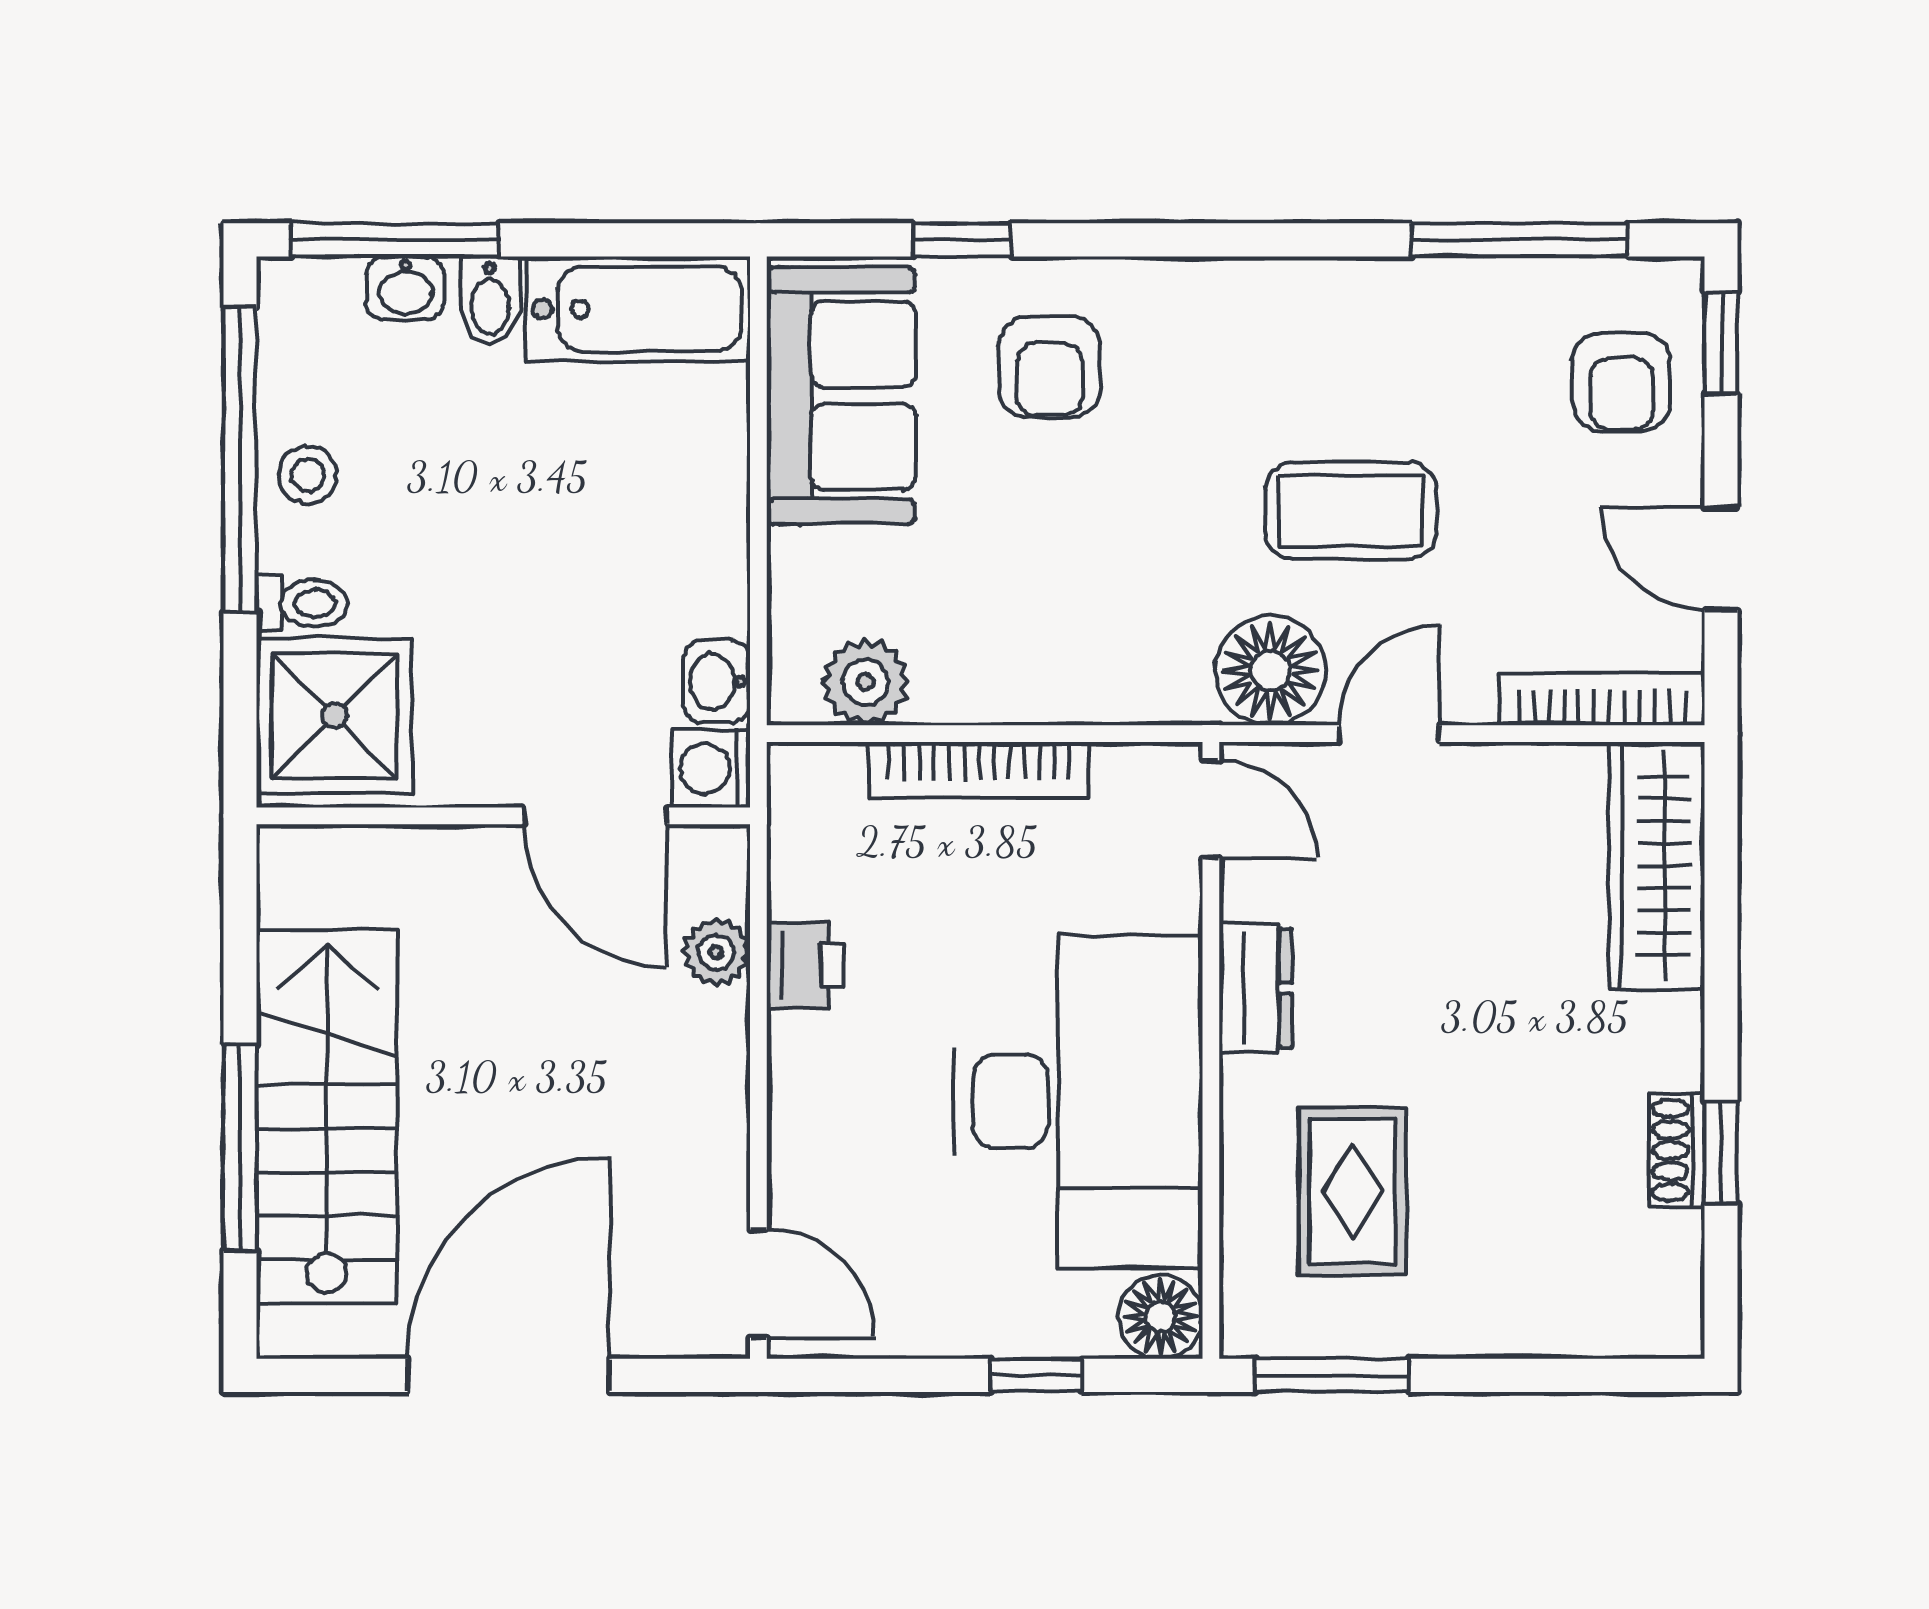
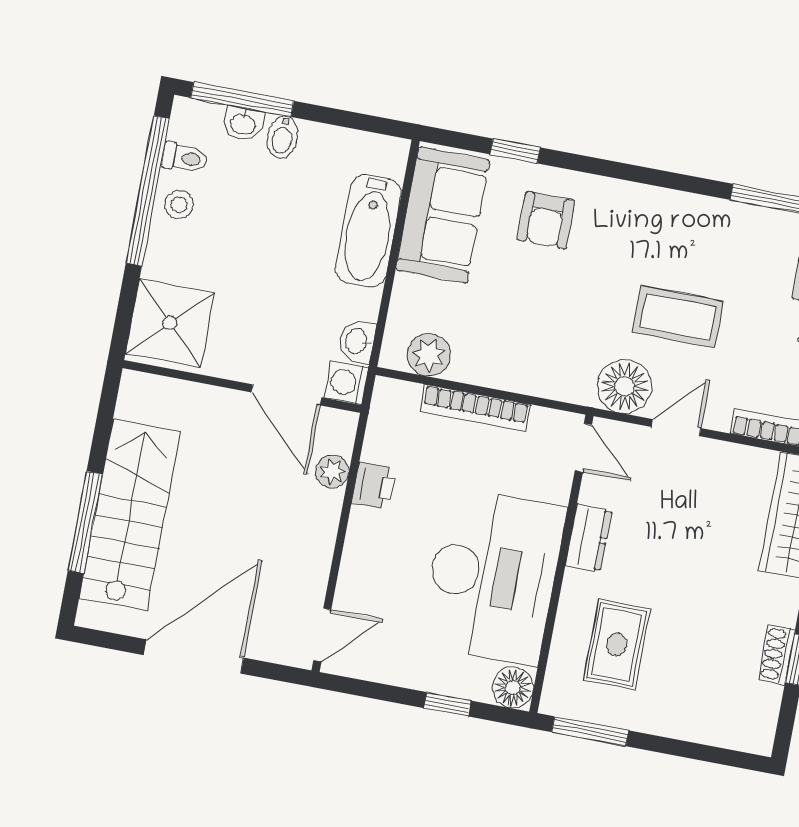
bathtub: (638, 309) -> (368, 231), moved, turned 90
toilet: (302, 603) -> (185, 158), moved
door: (758, 1284) -> (322, 635), hinge flipped

